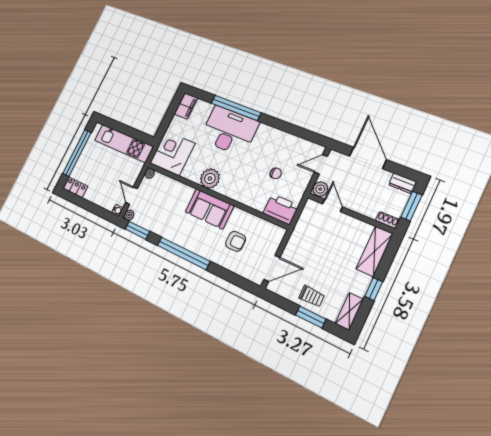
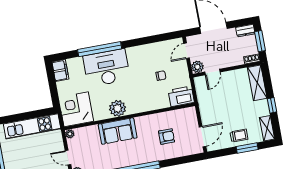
door: (332, 205) -> (212, 72), swing flipped
sofa: (209, 209) -> (118, 131), moved

